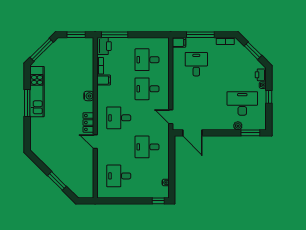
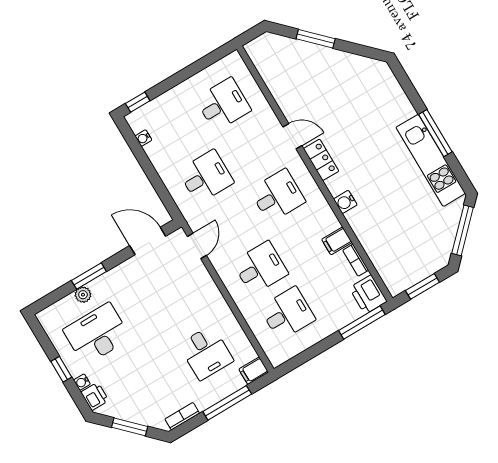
desk: (242, 103) -> (97, 334), turned 180
door: (171, 117) -> (197, 246), hinge flipped
window: (250, 133) -> (89, 276), moved

